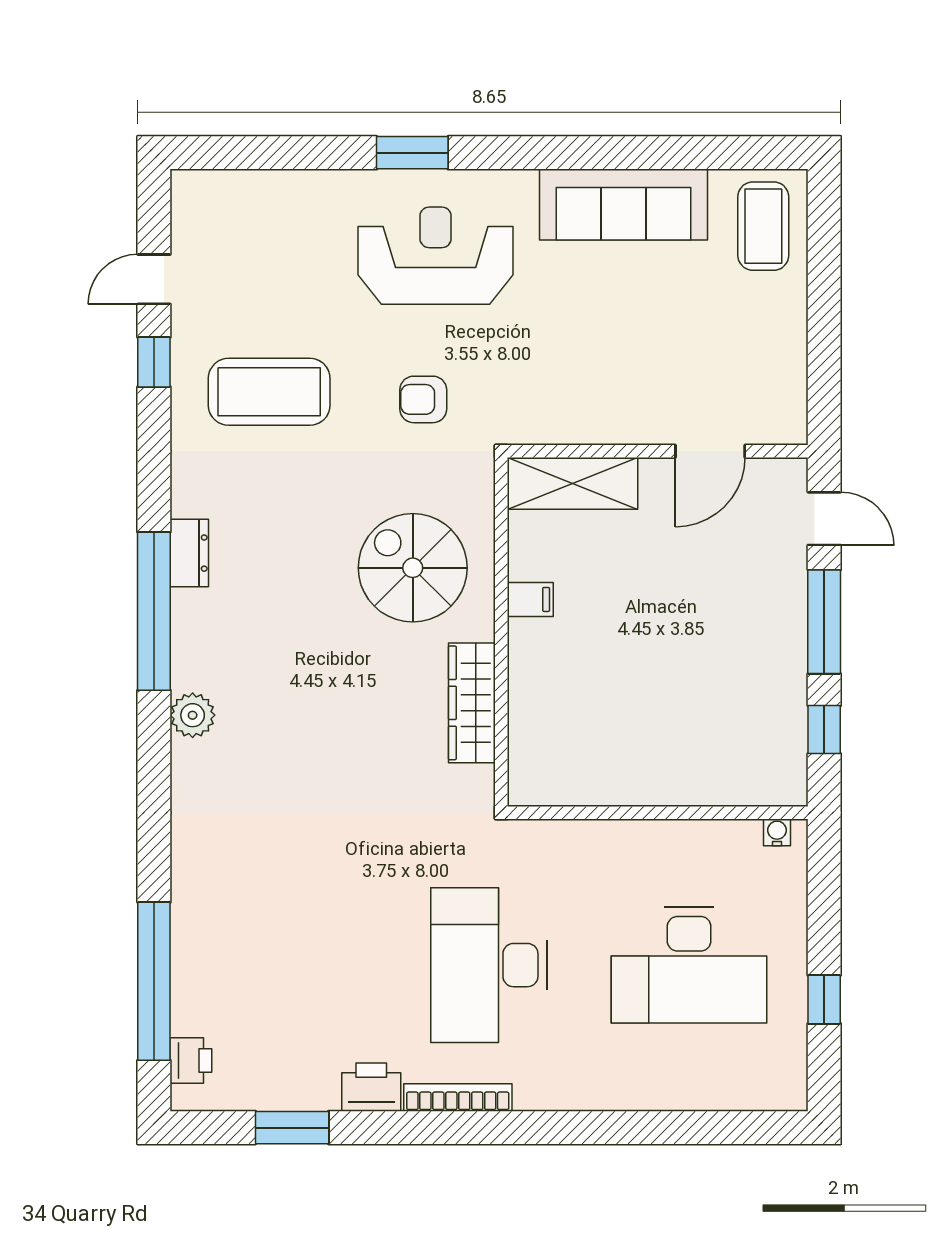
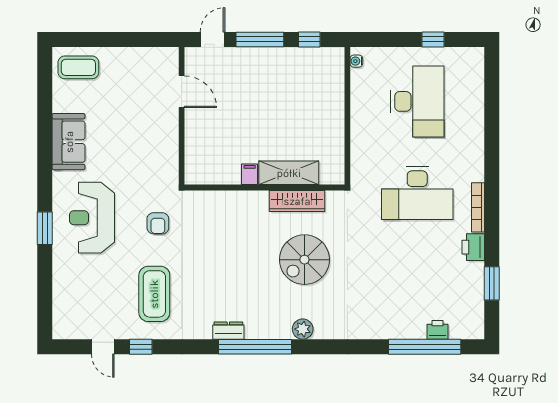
sofa: (624, 205) -> (69, 142), width x0.73
shelving: (573, 483) -> (289, 173), moved, turned 90
spiral stairs: (413, 568) -> (304, 260), moved
printer: (191, 1061) -> (437, 330), moved

